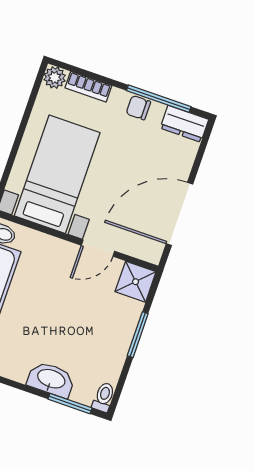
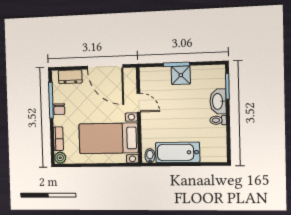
dresser: (184, 124) -> (70, 77), moved, turned 90
shower: (136, 282) -> (181, 75), moved
toilet: (104, 397) -> (218, 120), moved

